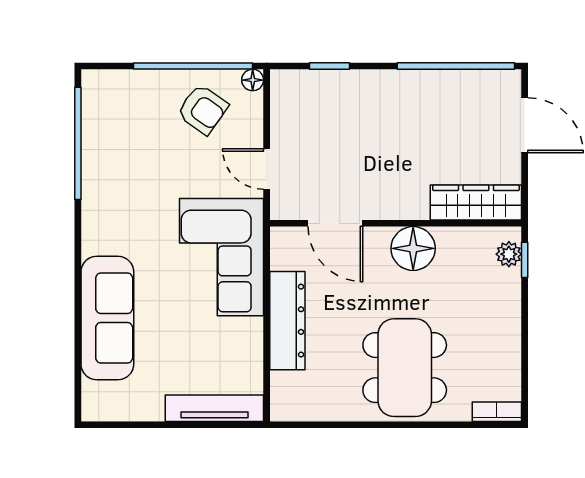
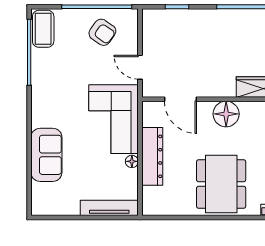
floor lamp: (253, 80) -> (132, 161), moved
coffee table: (102, 103) -> (43, 29), added
sofa: (107, 318) -> (46, 155), width x0.73

